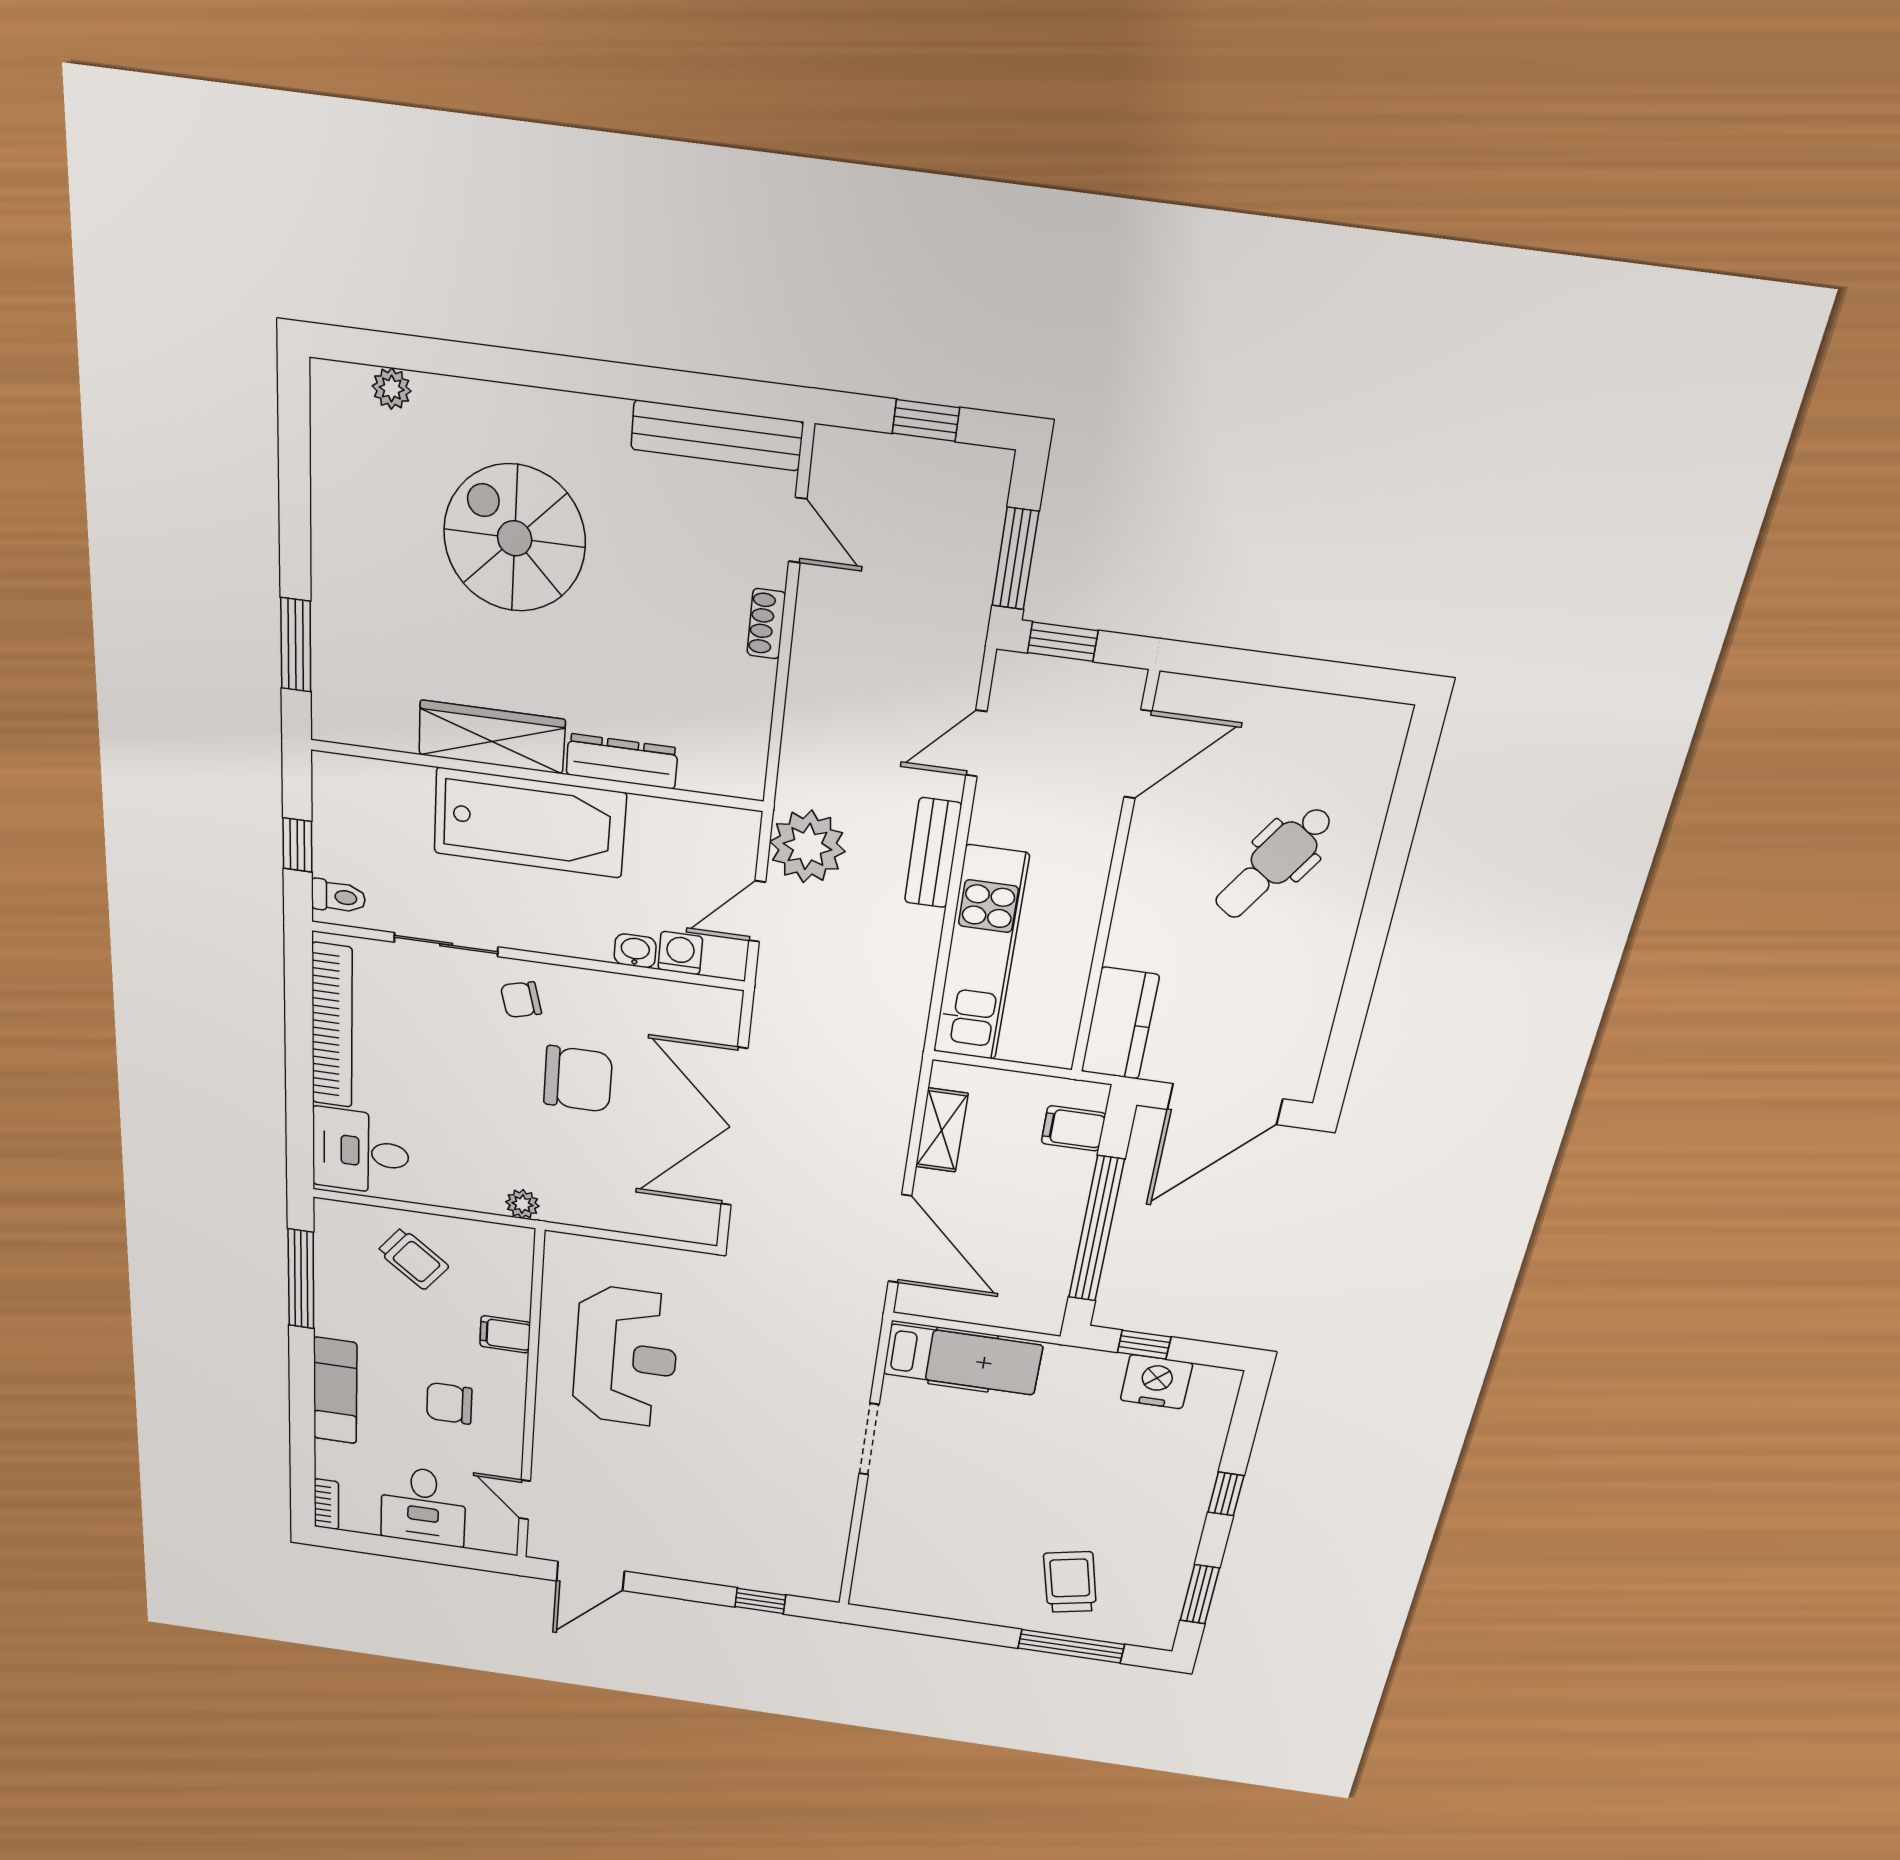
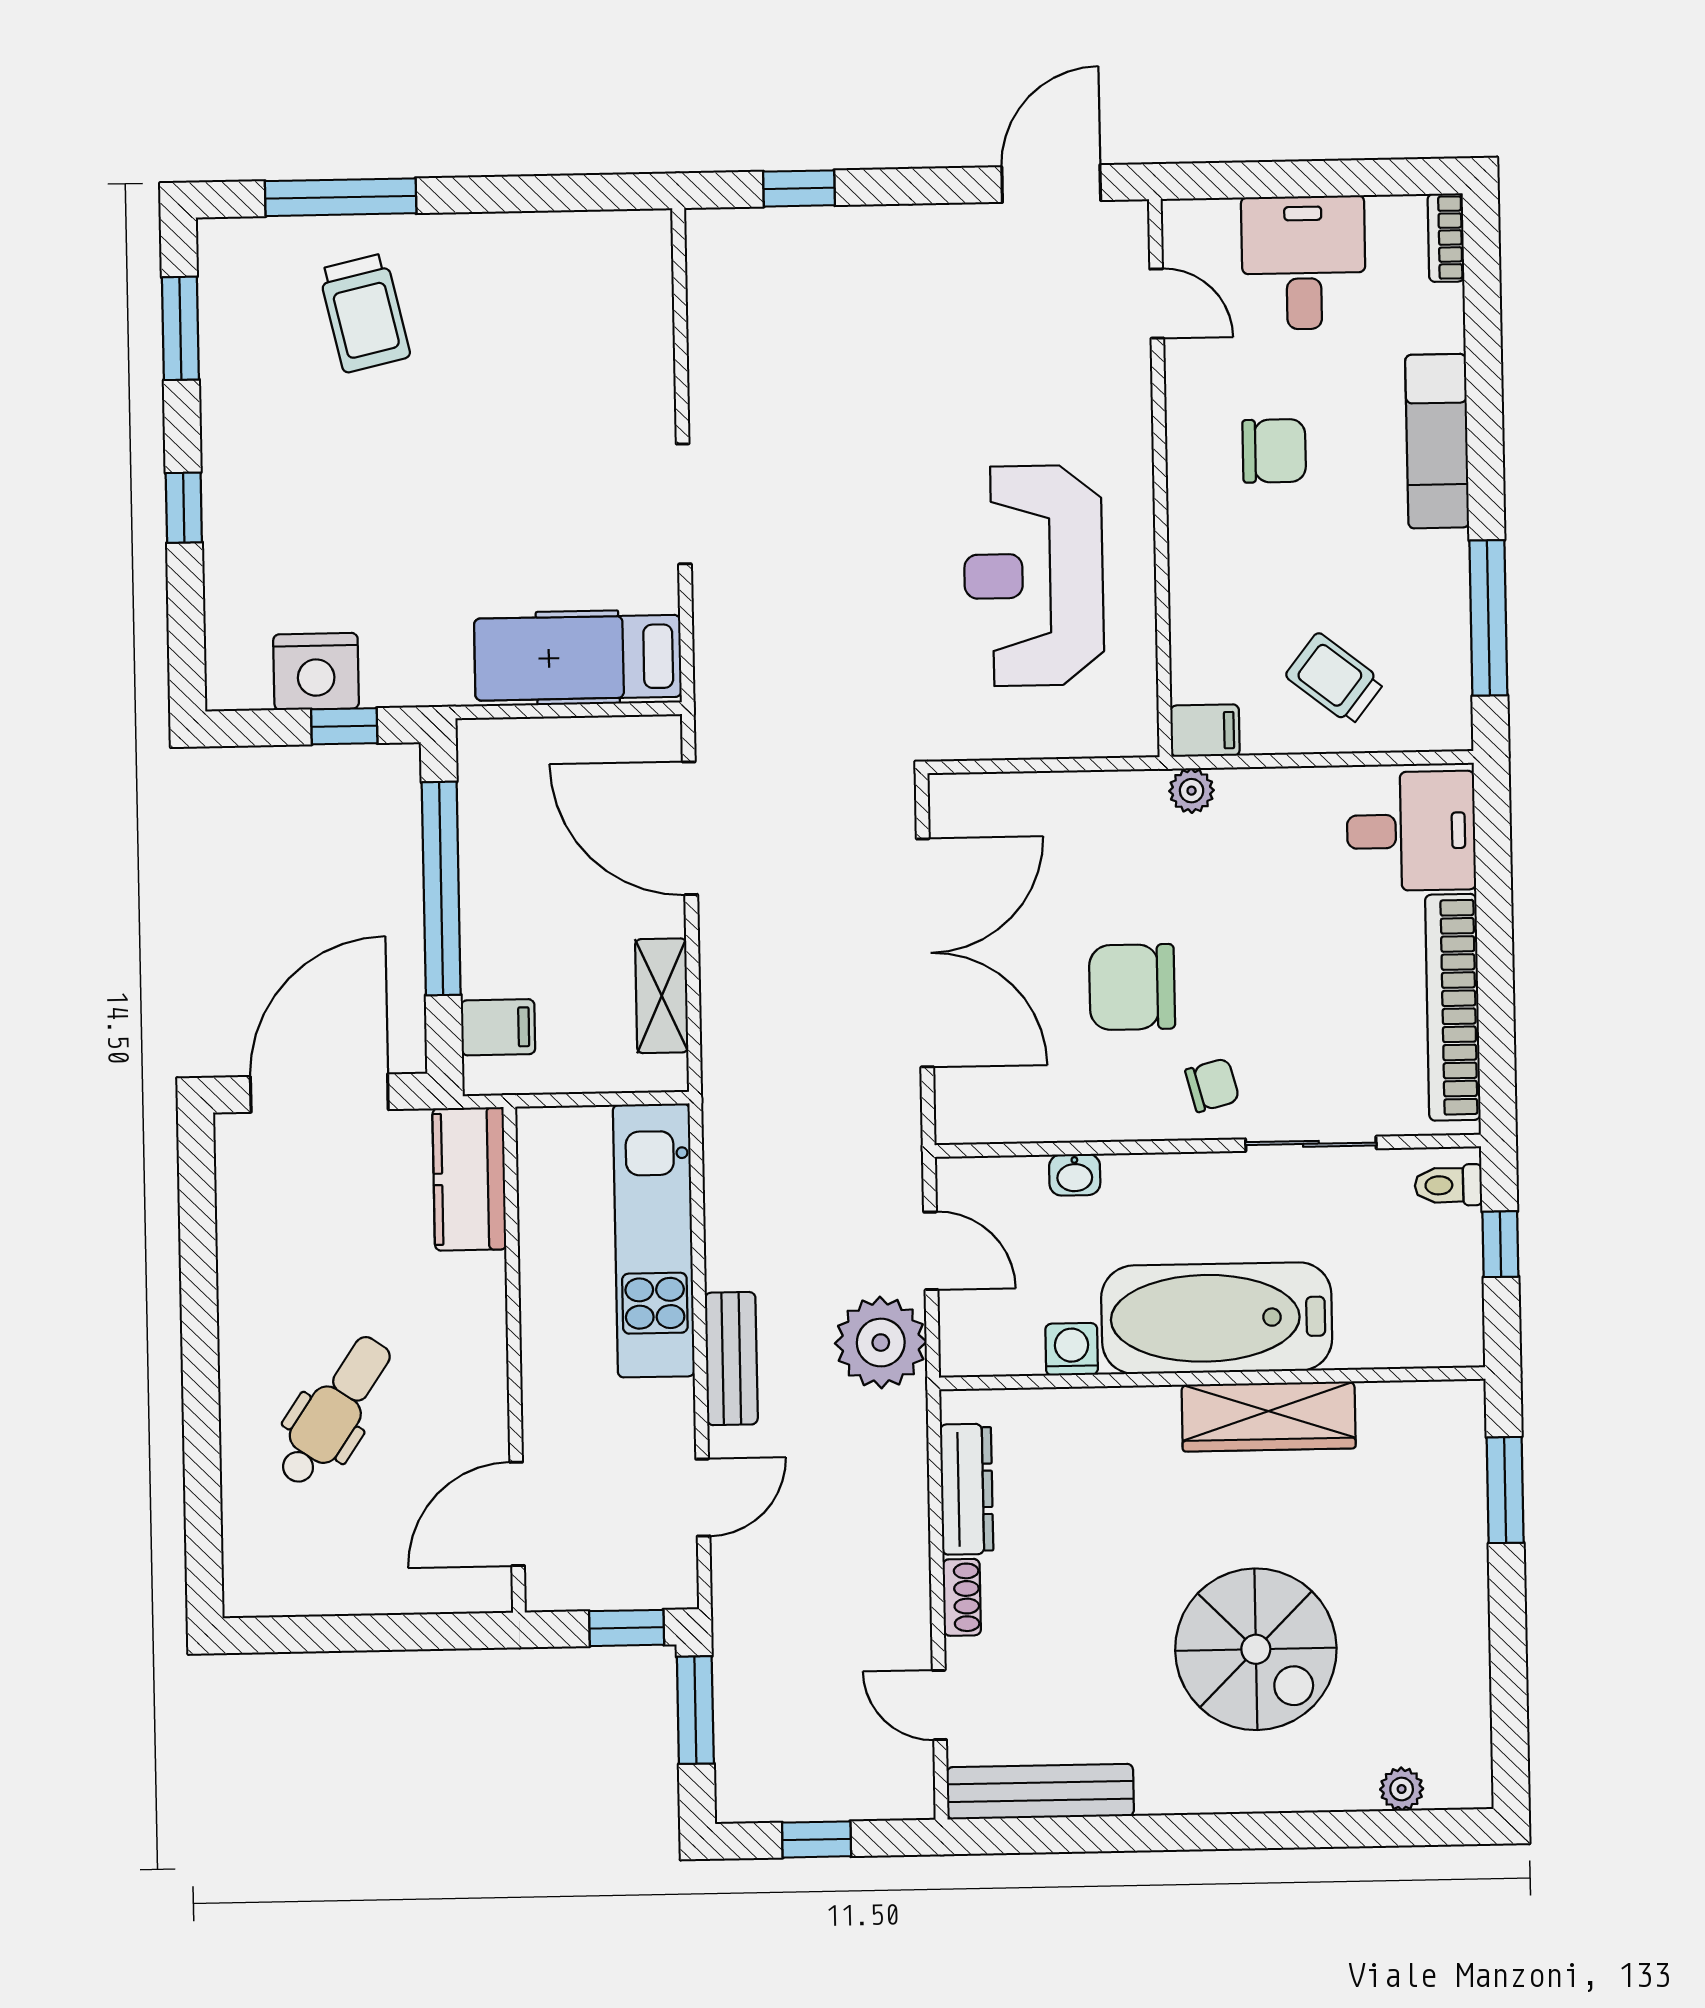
dresser: (622, 761) -> (967, 1489), moved, turned -90
door: (757, 911) -> (931, 1251), hinge flipped
washing machine: (680, 953) -> (1072, 1349), moved, turned 180
filing cabinet: (505, 1334) -> (1205, 731), moved

